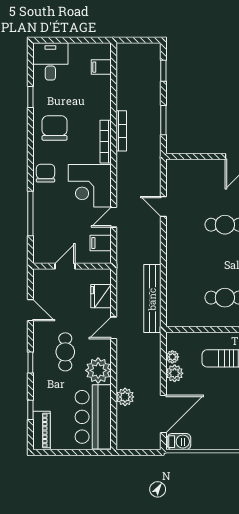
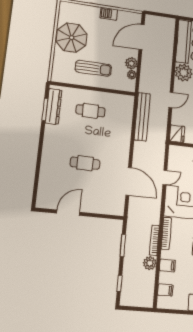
door: (163, 207) -> (129, 181), width x1.88
filing cabinet: (101, 243) -> (167, 265), moved
fridge: (101, 296) -> (177, 134), moved
plant: (125, 397) -> (150, 263), moved
barbecue: (179, 442) -> (109, 14), moved

